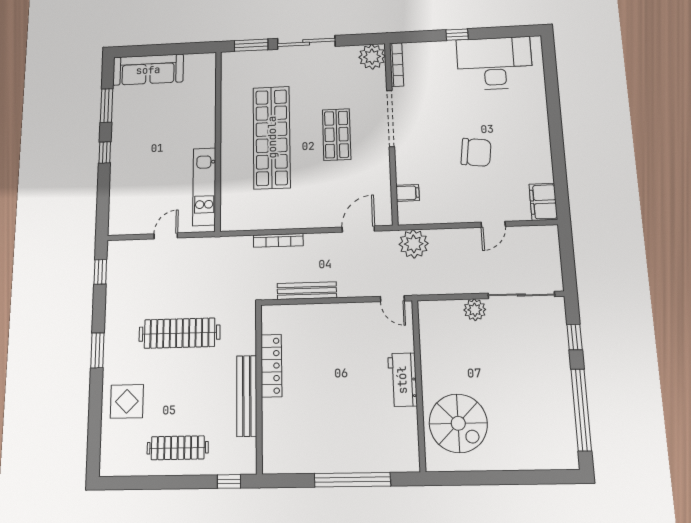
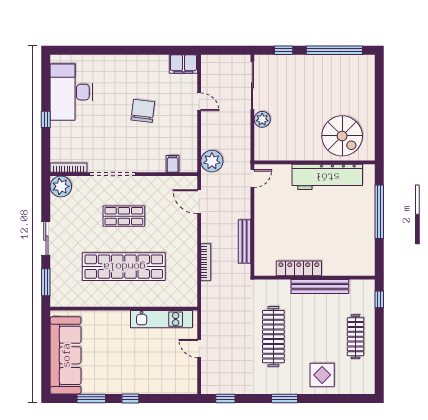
sliding door: (306, 42) -> (46, 238), width x0.73
sofa: (148, 70) -> (66, 355), width x1.36, depth x1.27
workbench: (402, 380) -> (327, 177), width x1.88, depth x1.32
spiral stairs: (458, 423) -> (342, 136), turned 90

